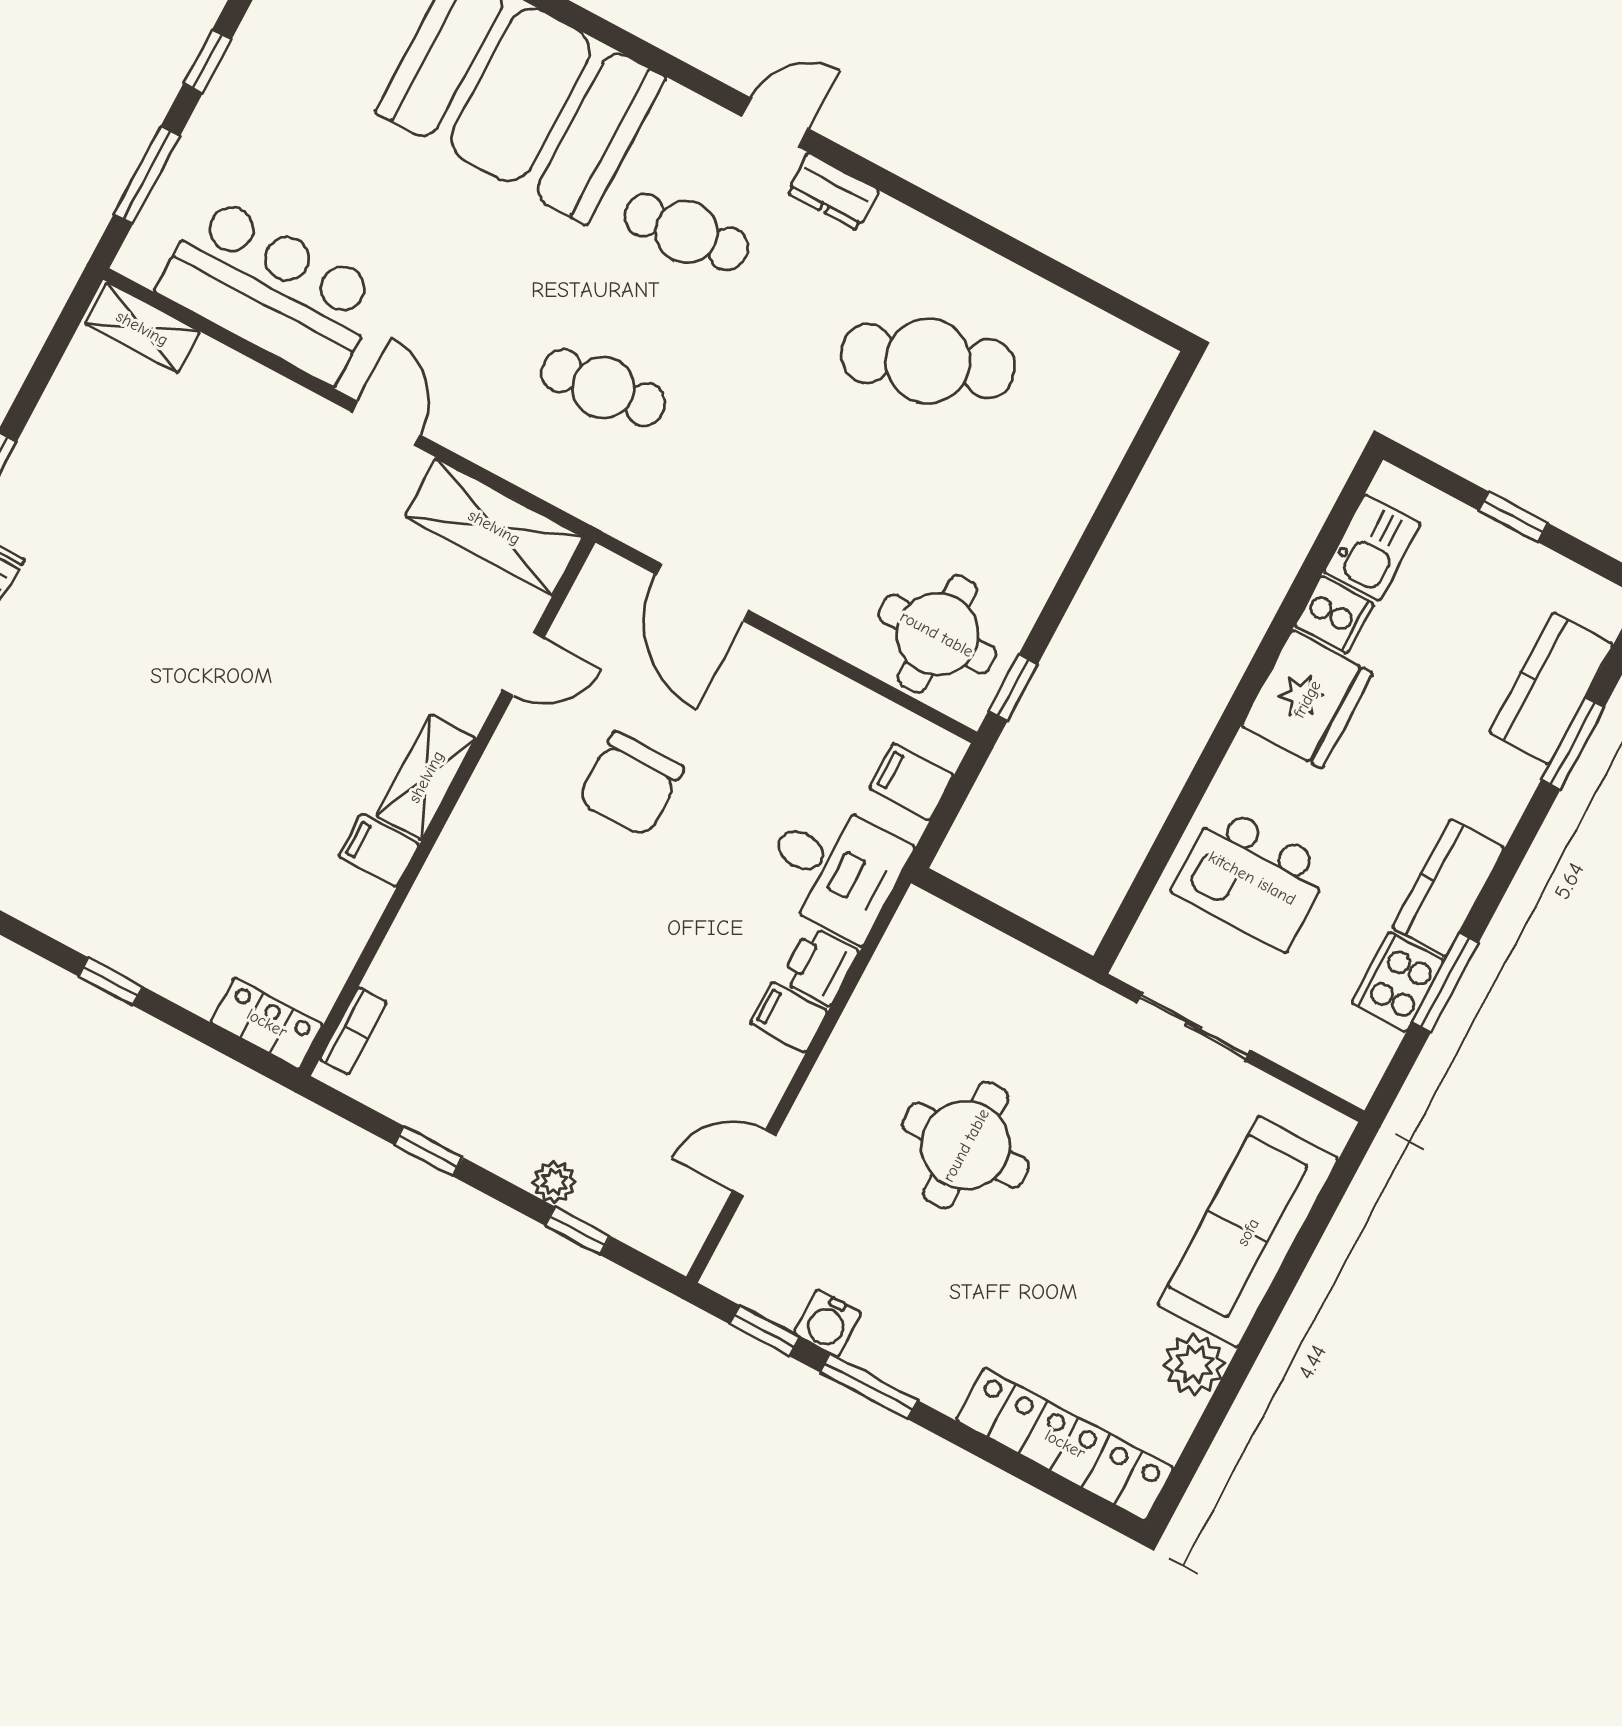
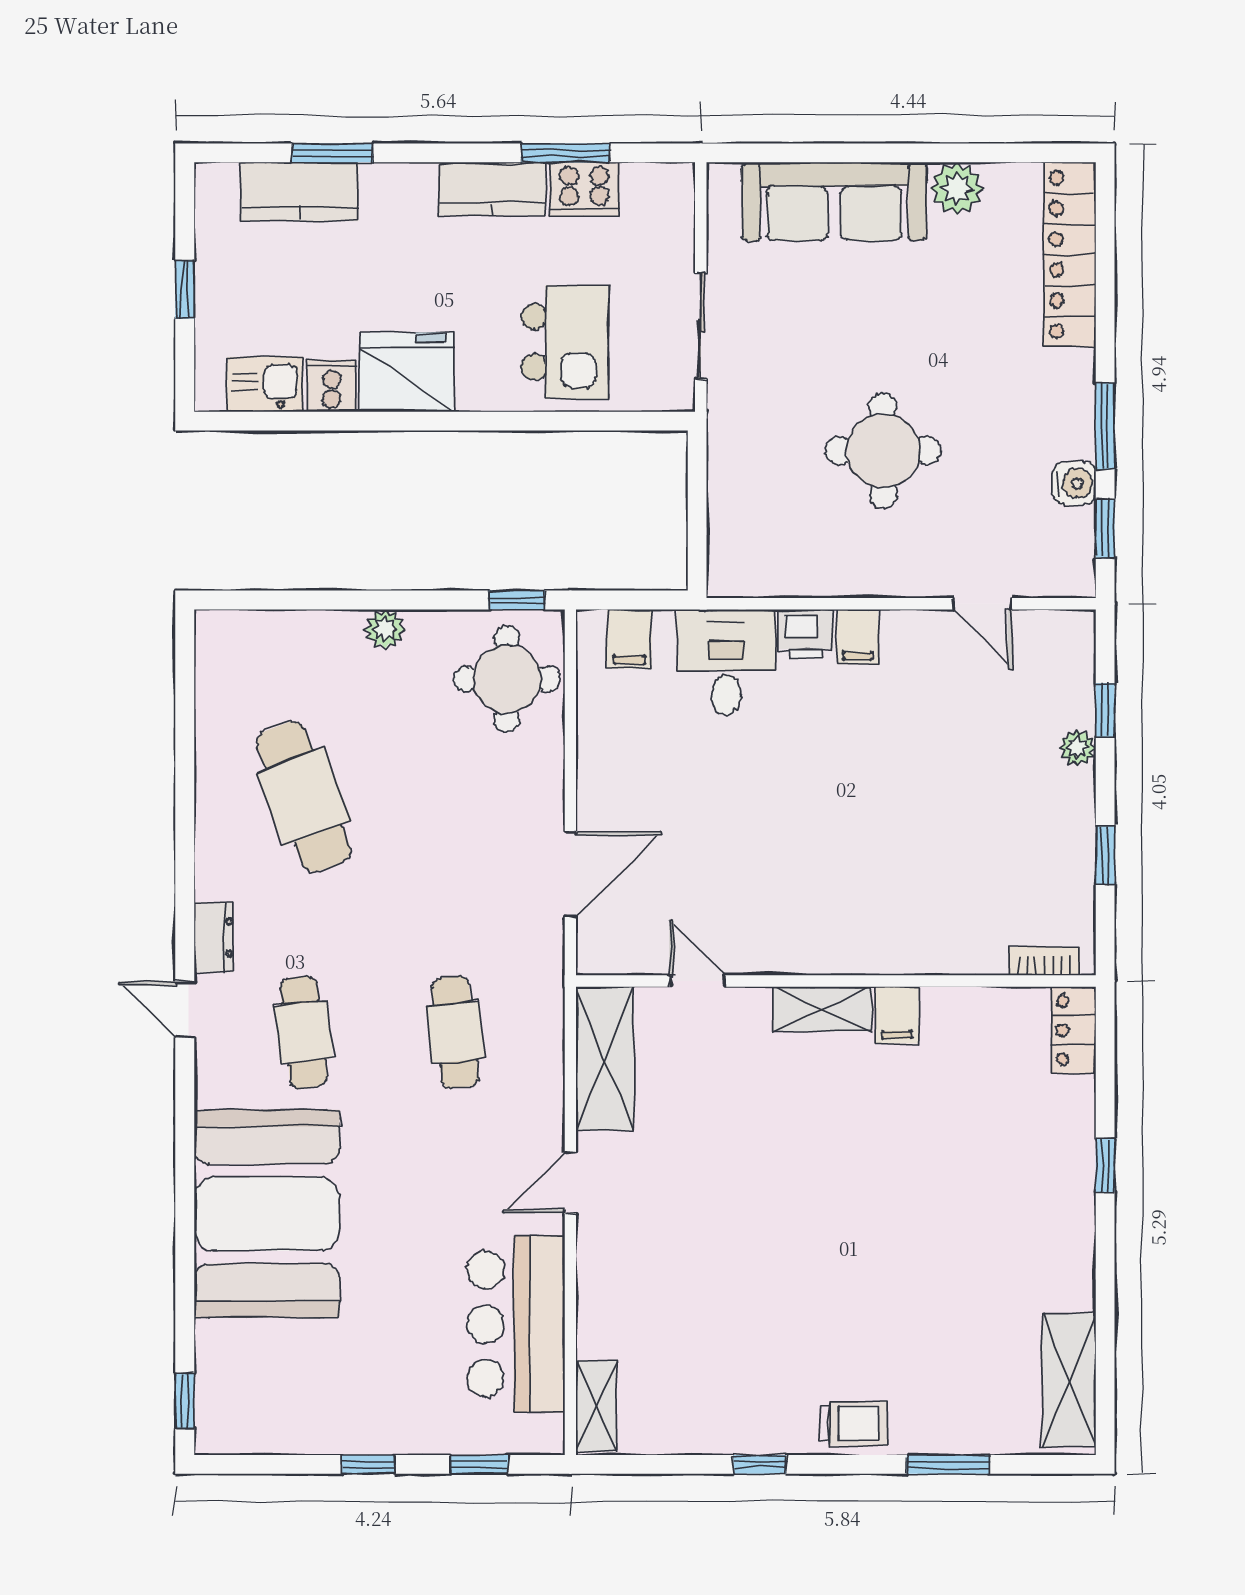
window: (147, 175) -> (479, 1464), width x0.67
plant: (1056, 536) -> (385, 629), added
chair: (631, 784) -> (745, 851), removed

